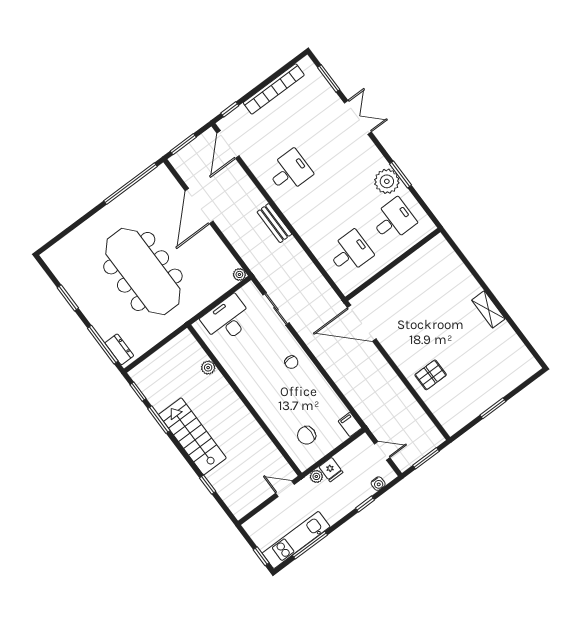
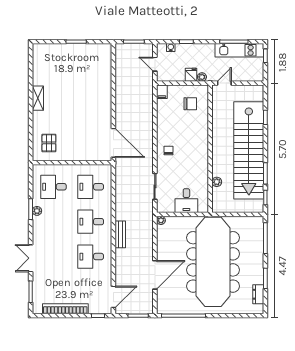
plant: (387, 181) -> (37, 211), width x0.53, depth x0.53
desk: (320, 212) -> (91, 222), added
meeting table: (143, 271) -> (213, 262), width x1.36, depth x1.27
desk: (227, 320) -> (186, 201), width x0.73
dresser: (119, 349) -> (258, 294), moved
pallet: (431, 375) -> (49, 143), moved, turned 90
stairs: (192, 436) -> (249, 150), width x1.86, depth x1.51
door: (285, 489) -> (224, 83), swing flipped

